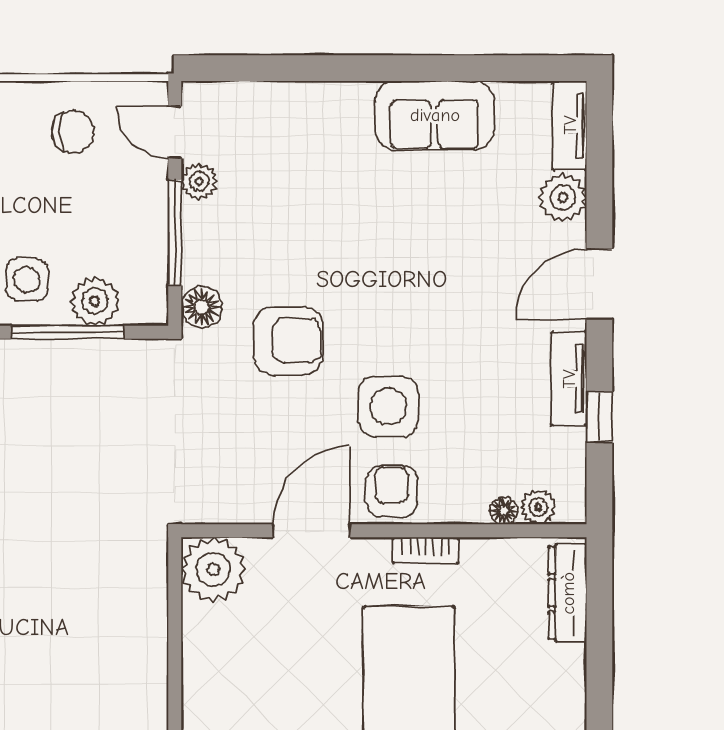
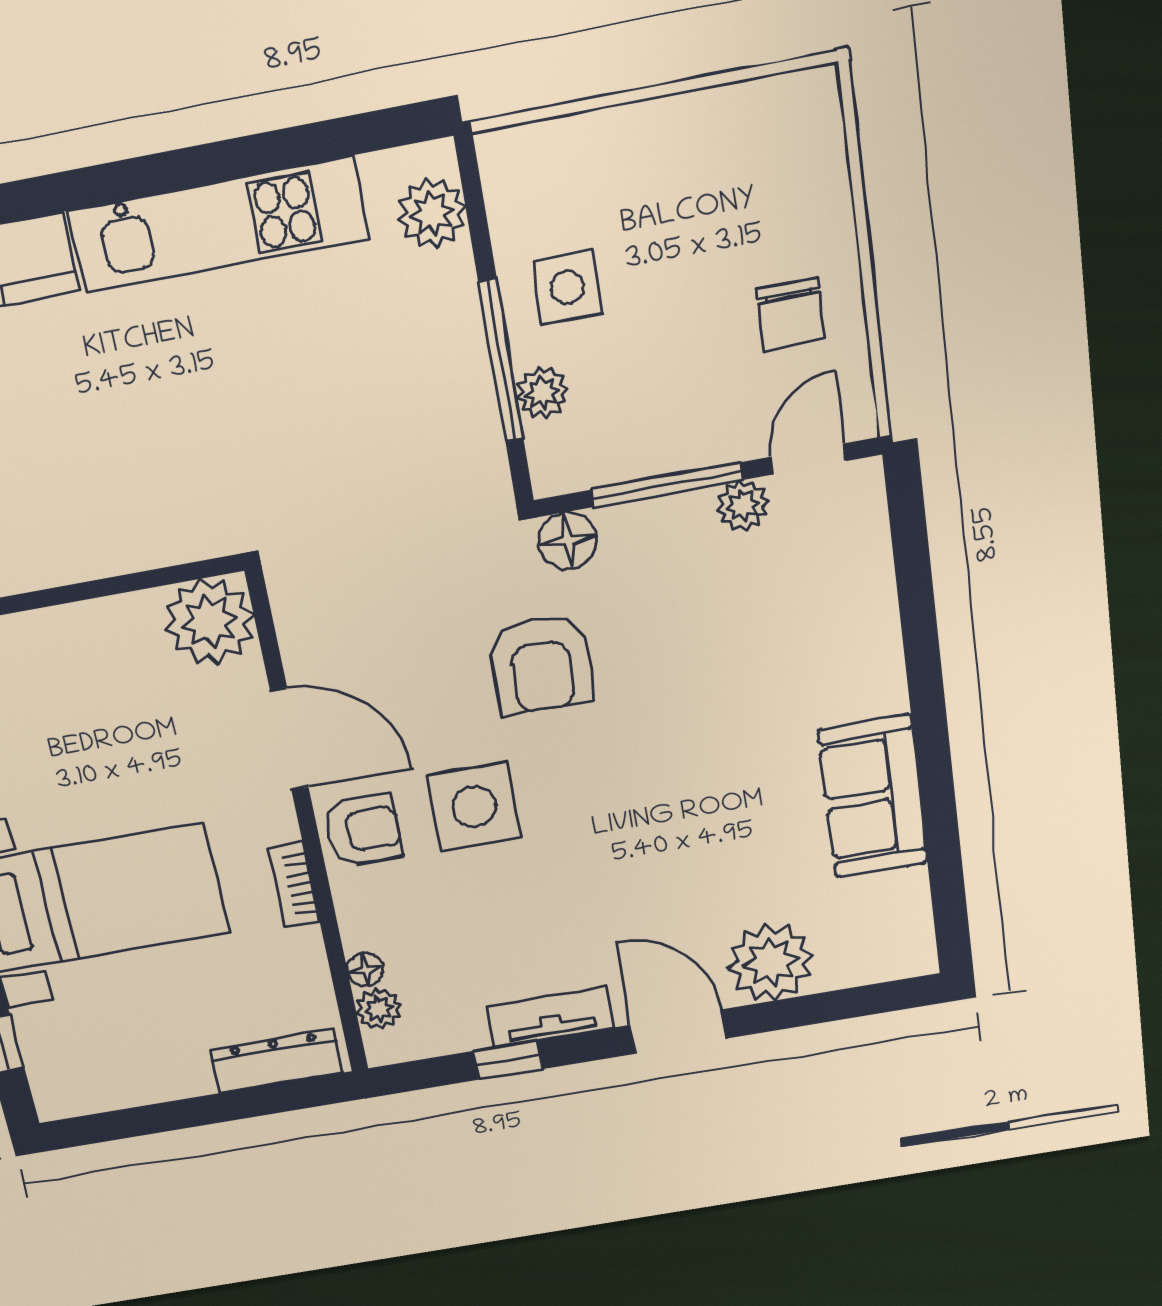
tv unit: (570, 125) -> (879, 963), removed
plant: (563, 197) -> (771, 962), width x1.36, depth x1.36
plant: (95, 301) -> (542, 393), width x0.73, depth x0.73

